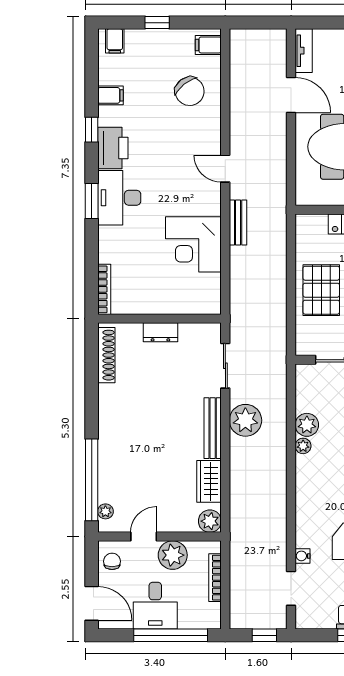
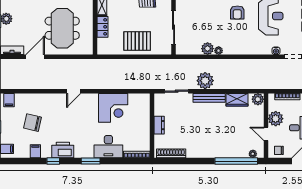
chair: (190, 91) -> (33, 123), moved, turned -129
desk: (119, 198) -> (108, 147), moved
bench: (238, 223) -> (102, 85), removed

